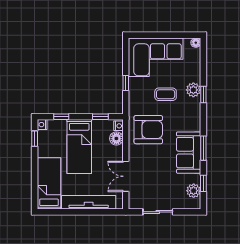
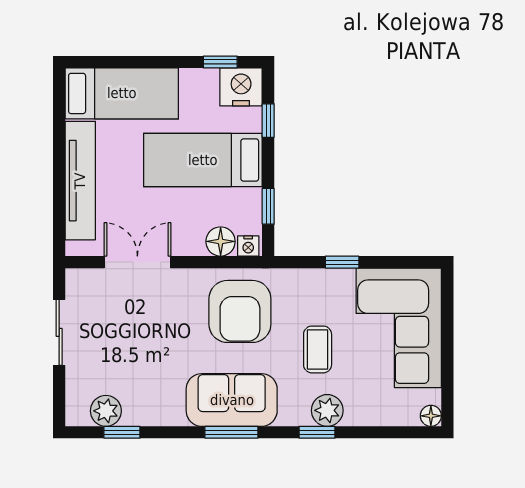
nightstand: (42, 125) -> (241, 87), width x1.89, depth x1.79
window: (203, 148) -> (231, 432), moved
sofa: (189, 153) -> (232, 400), moved

